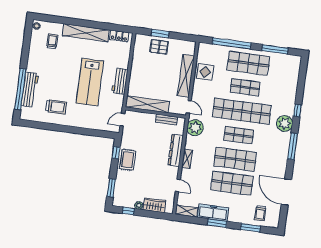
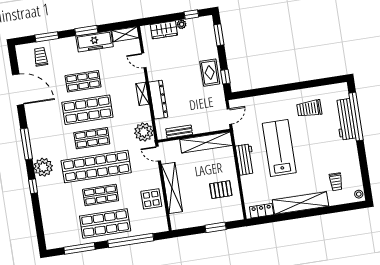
pallet: (159, 47) -> (221, 190), moved
shop shelf: (232, 183) -> (83, 81), width x0.70, depth x0.74

